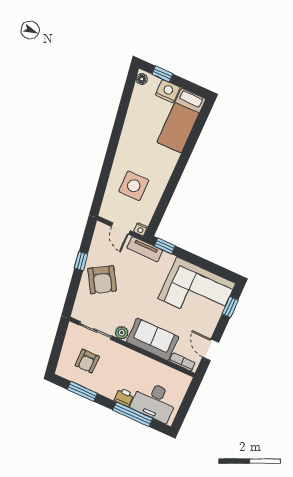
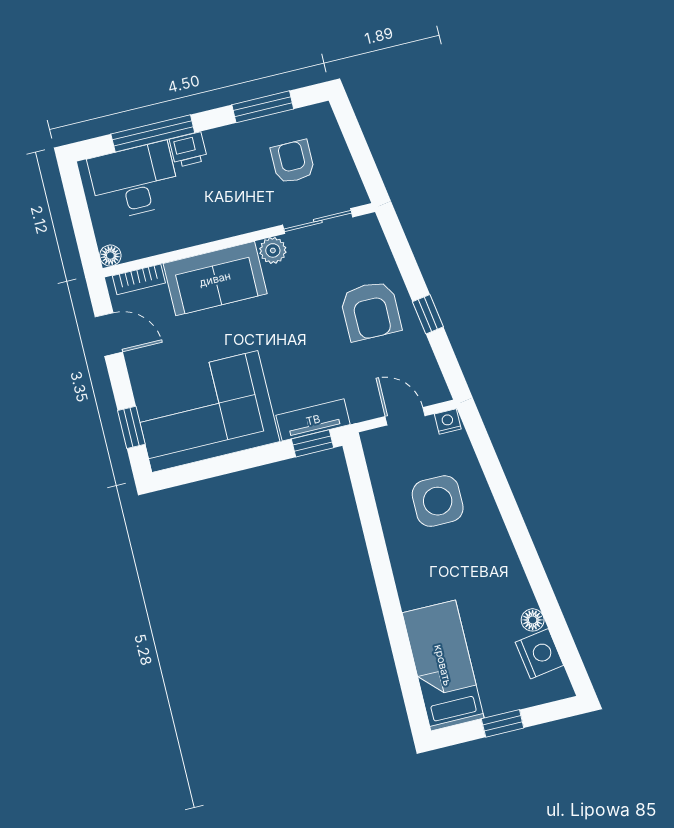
window: (162, 74) -> (503, 723), moved
floor lamp: (142, 79) -> (533, 620), moved
nightstand: (168, 91) -> (539, 654), moved, turned -99
nightstand: (141, 229) -> (448, 422), moved
tv unit: (145, 249) -> (313, 420), moved
armchair: (102, 280) -> (371, 311), turned -149
floor lamp: (186, 380) -> (110, 256), added

